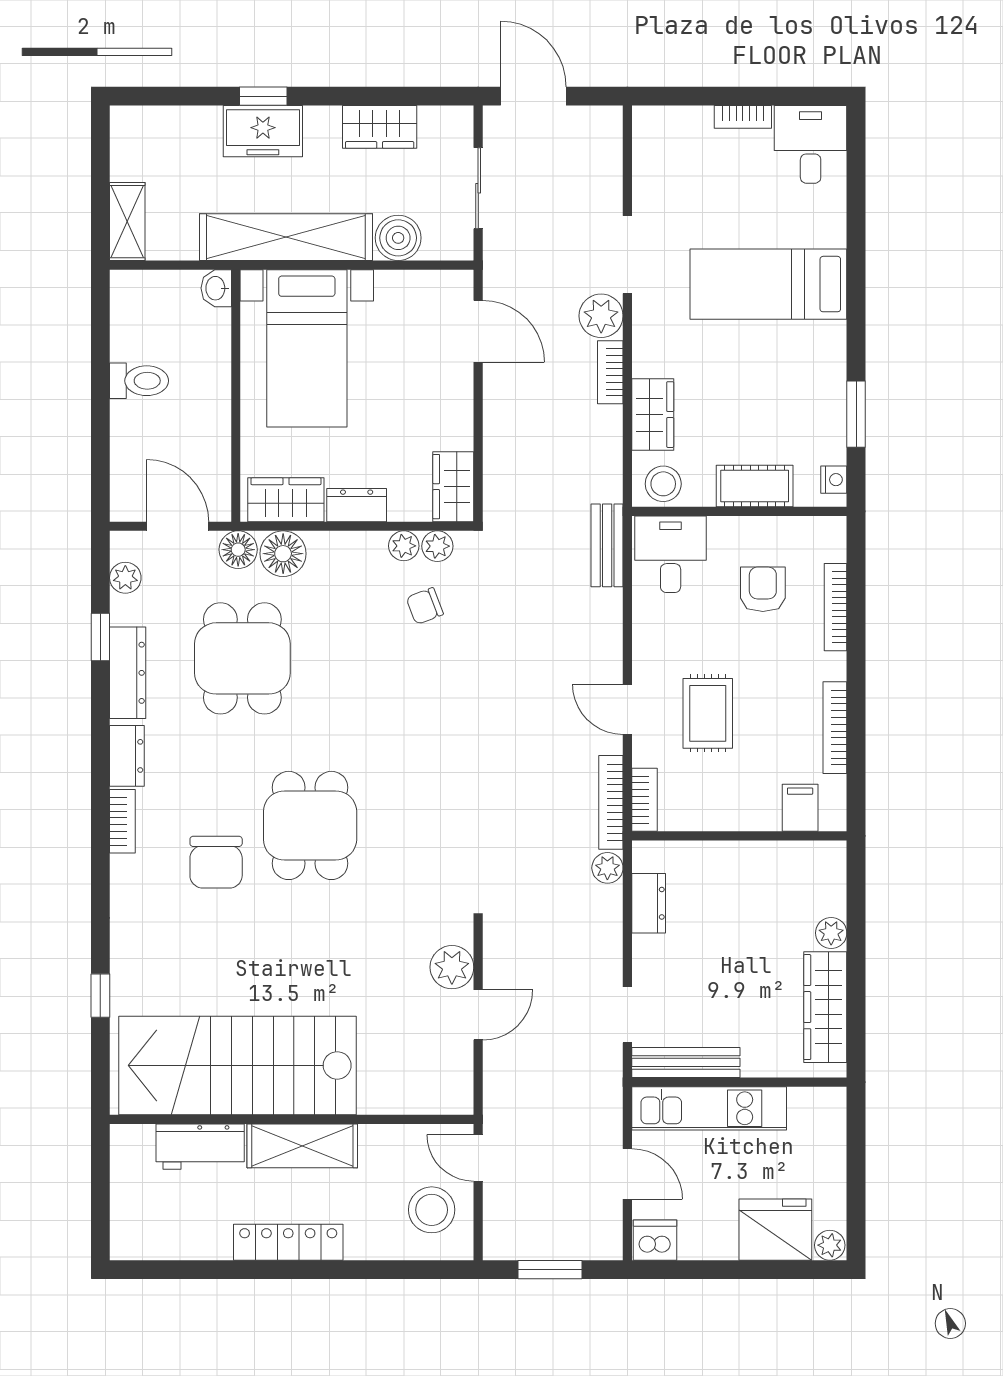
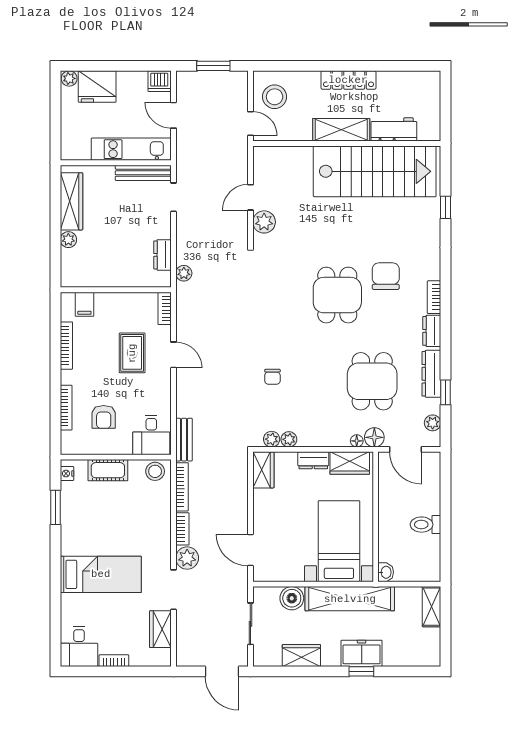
wardrobe: (653, 415) -> (160, 629), moved
floor lamp: (283, 554) -> (357, 441), width x0.53, depth x0.53
chair: (425, 606) -> (272, 377), moved, turned 111
bookcase: (611, 802) -> (182, 487), moved

